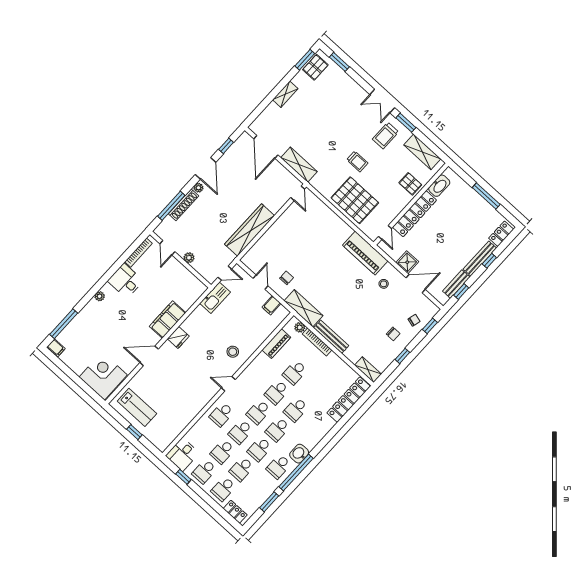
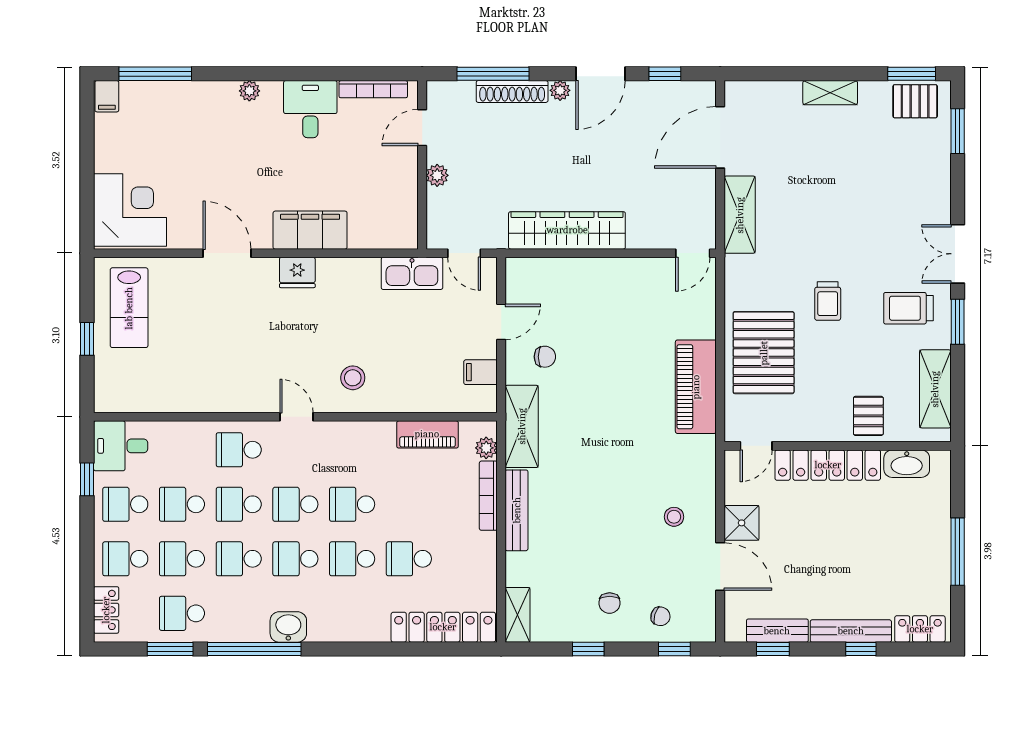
piano: (365, 253) -> (696, 387), moved
school desk: (295, 372) -> (409, 559), moved
school desk: (279, 467) -> (182, 613), moved

